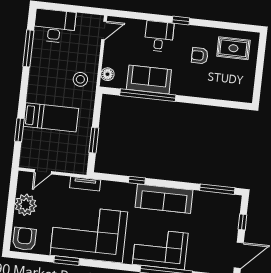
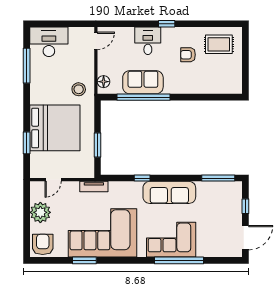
bed: (51, 117) -> (55, 128), width x2.04

